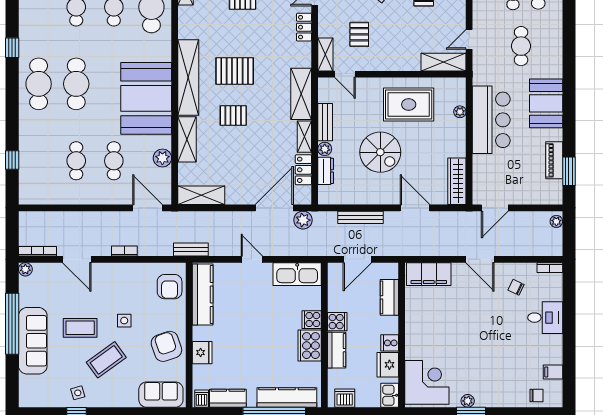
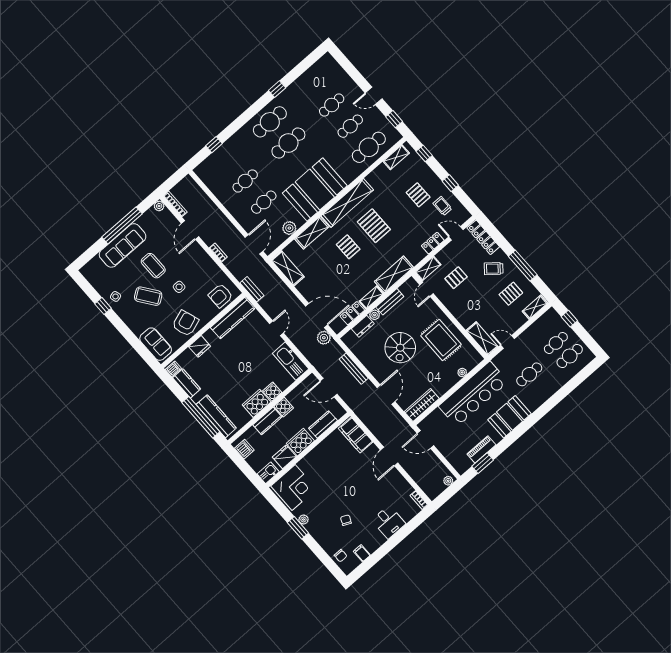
bar counter: (491, 120) -> (473, 394), width x1.36
chair: (516, 287) -> (346, 520), moved
cooker: (390, 343) -> (300, 442), width x1.87, depth x1.31

